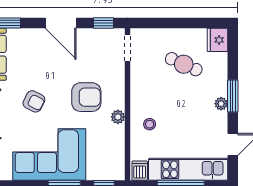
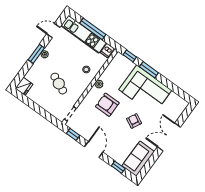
cafe table: (184, 64) -> (59, 84), moved

